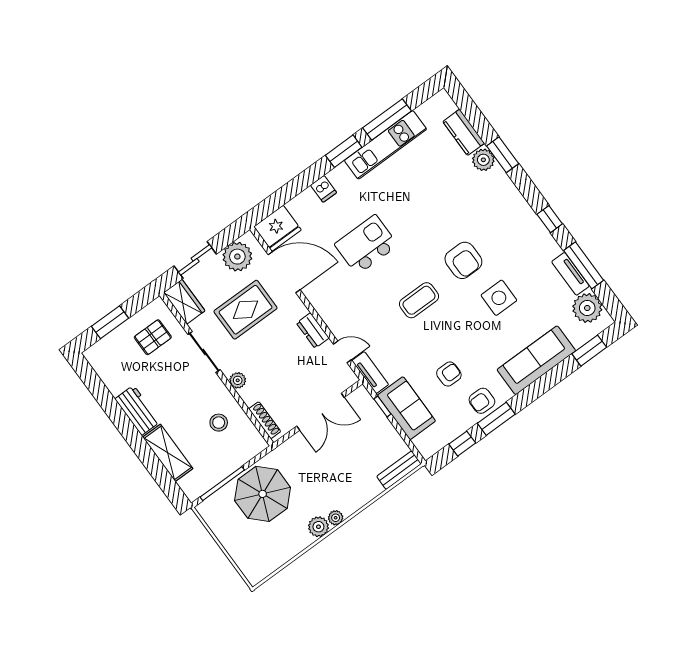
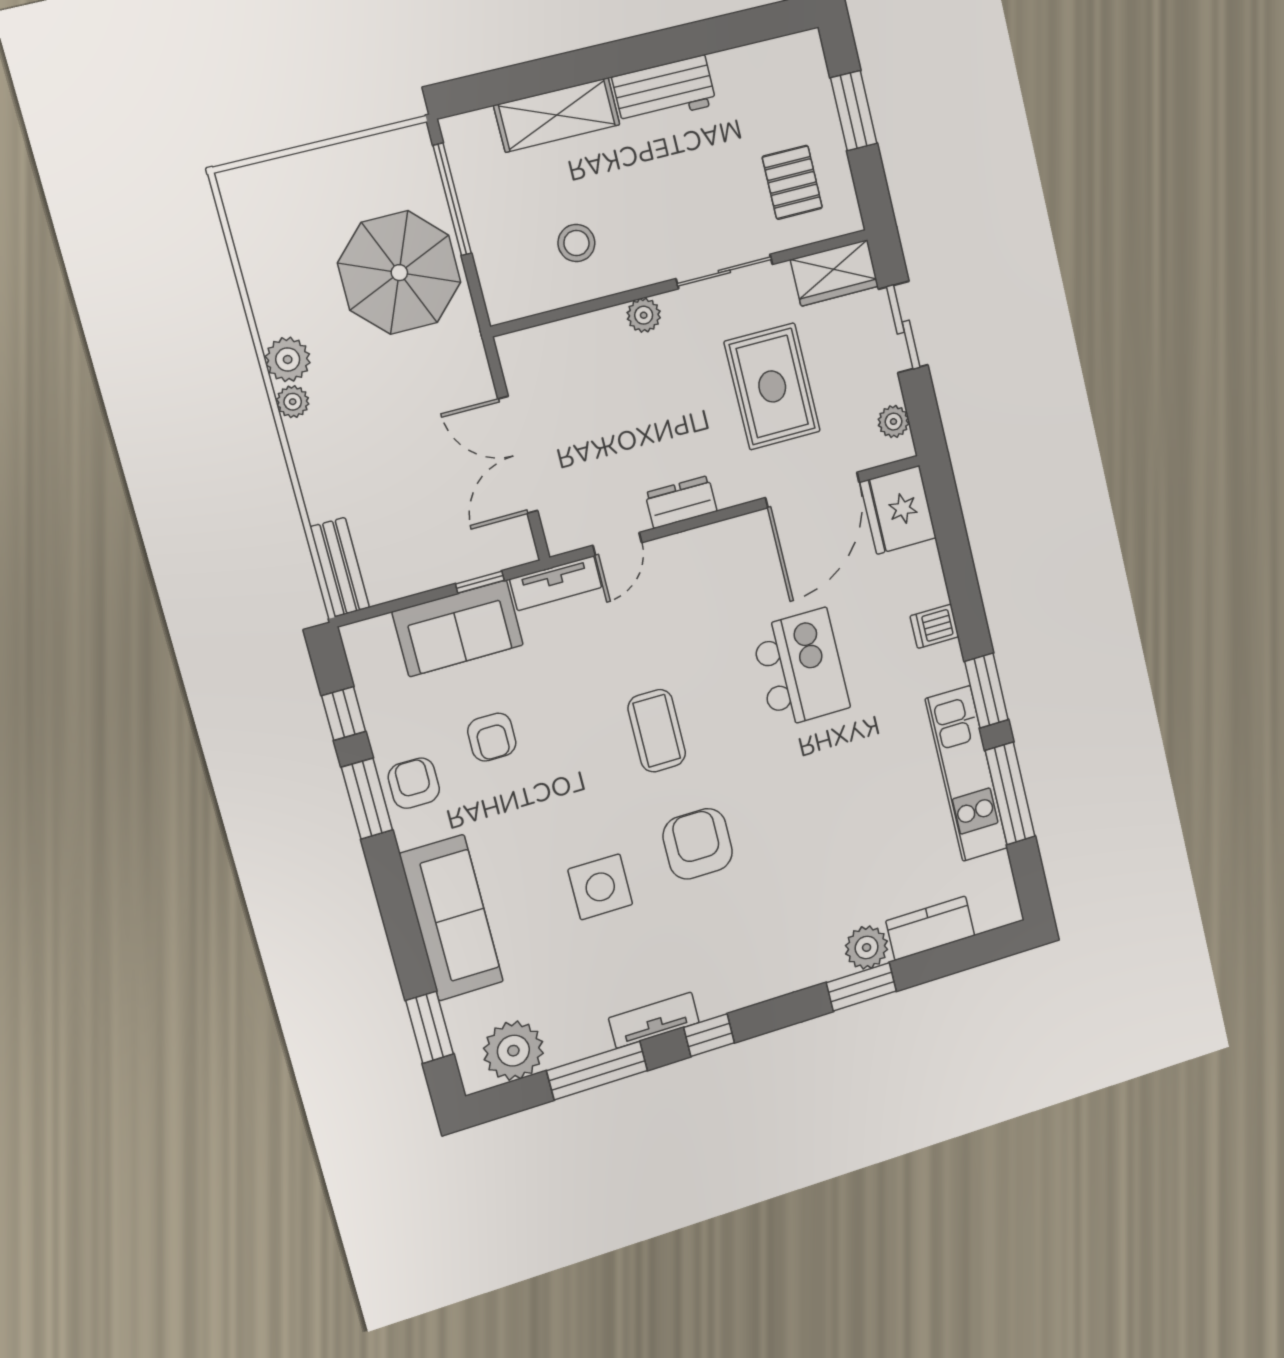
plant: (237, 257) -> (893, 422), width x0.53, depth x0.53
armchair: (463, 260) -> (698, 844), turned 90
tv unit: (570, 274) -> (654, 1020), moved
shoe rack: (265, 420) -> (545, 337), removed

